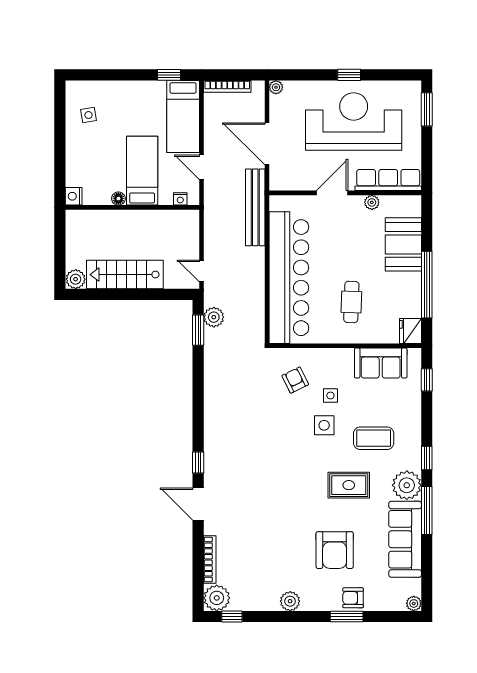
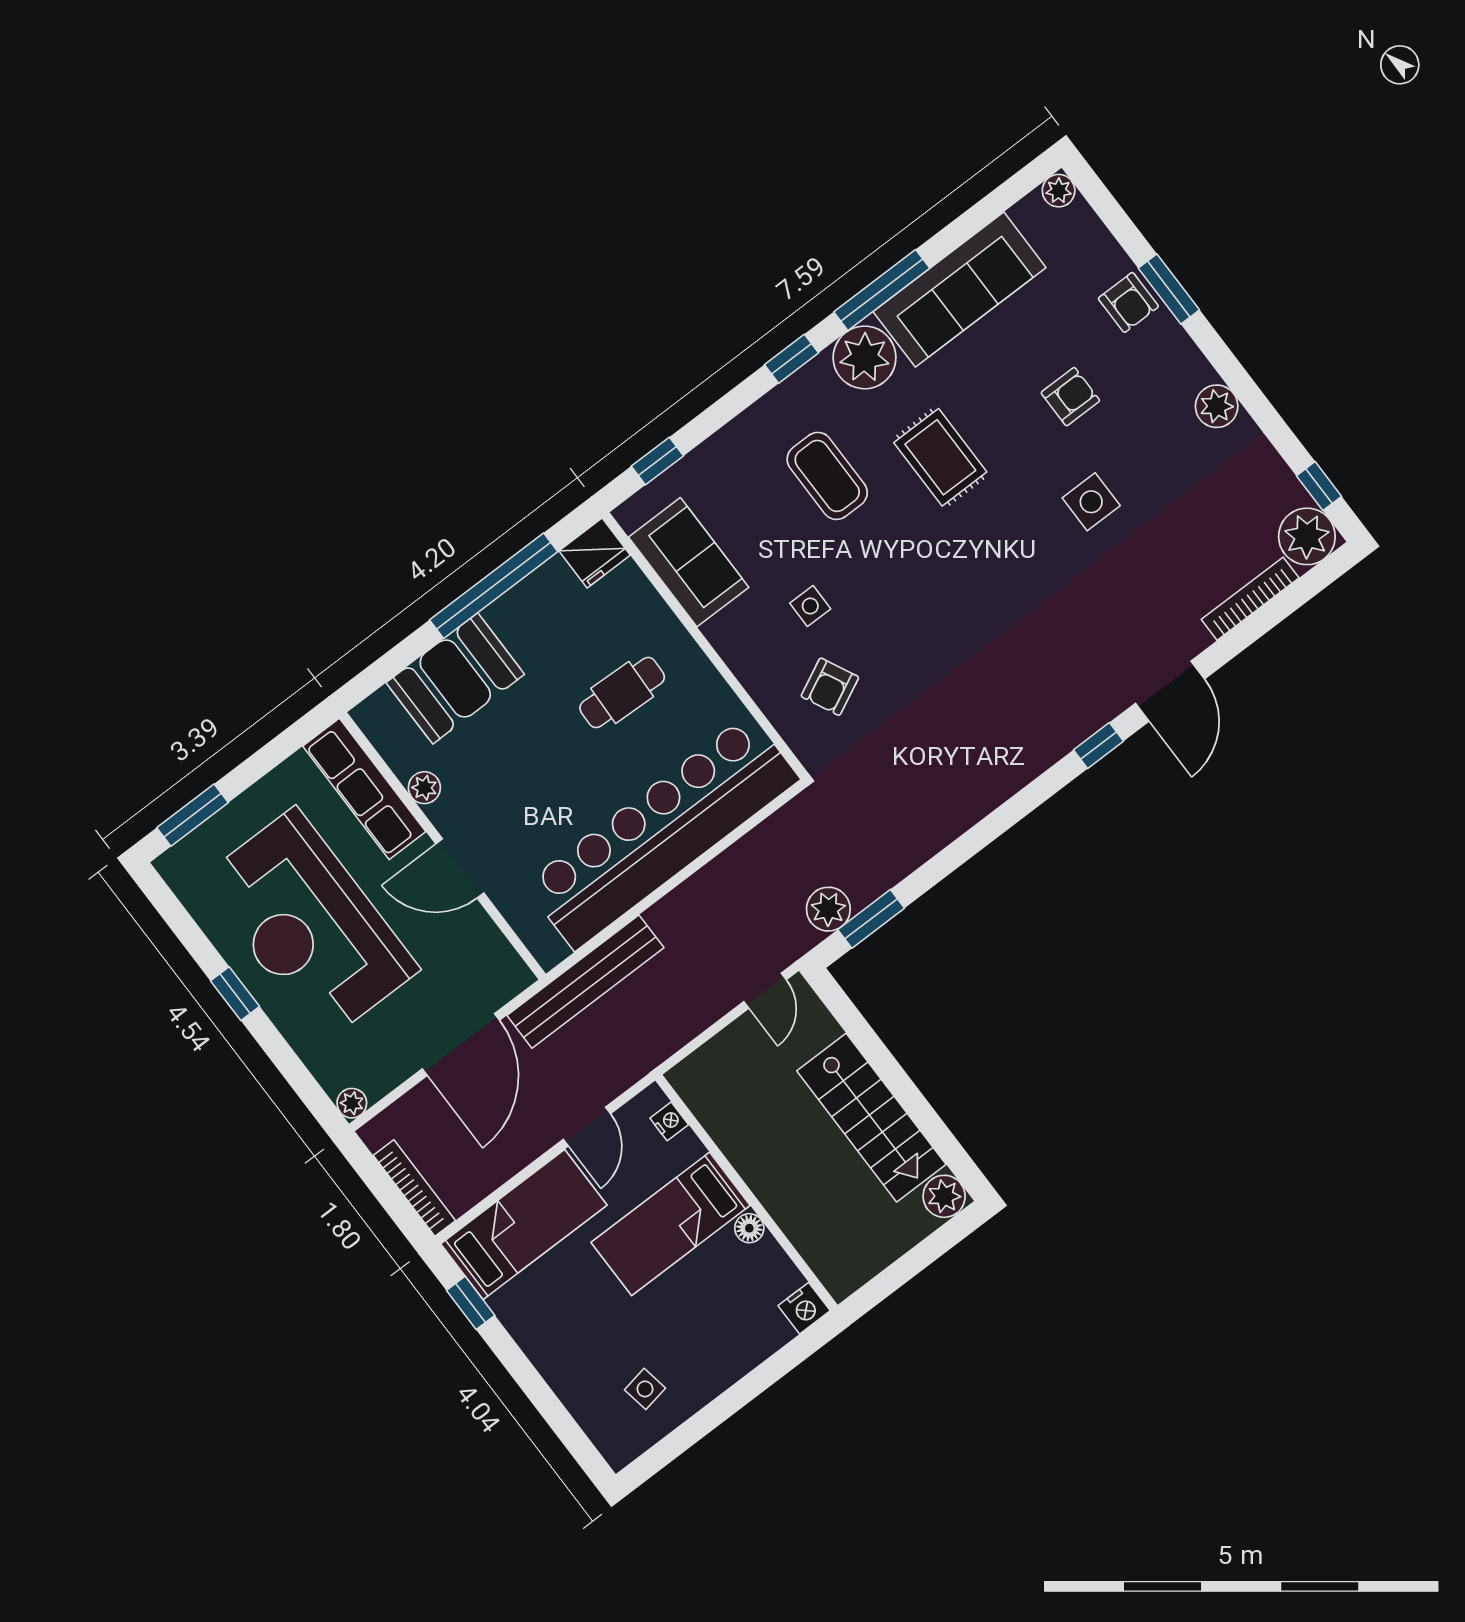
side table: (324, 425) -> (1091, 502), moved
armchair: (335, 550) -> (1070, 397), width x0.53, depth x0.53

